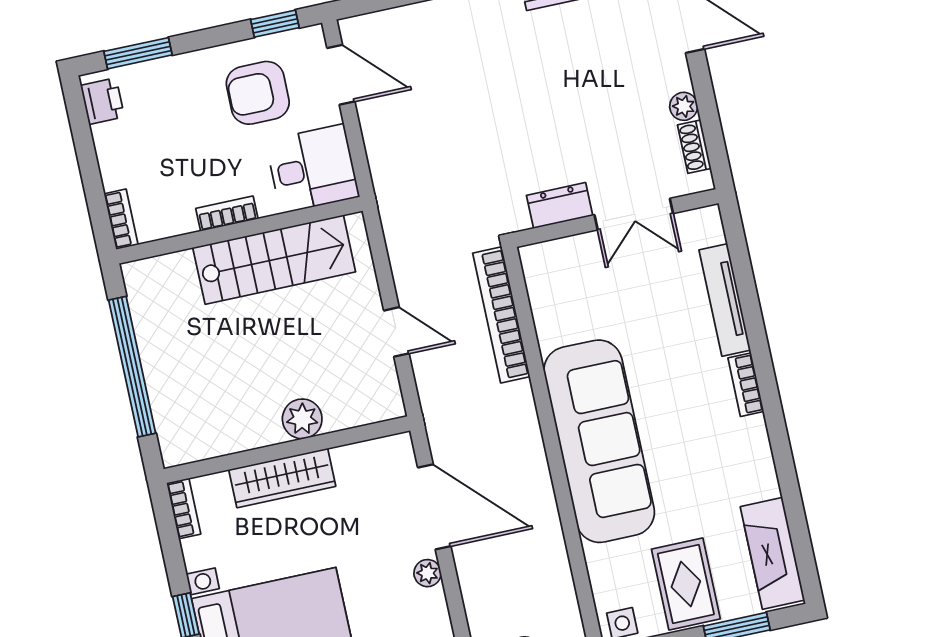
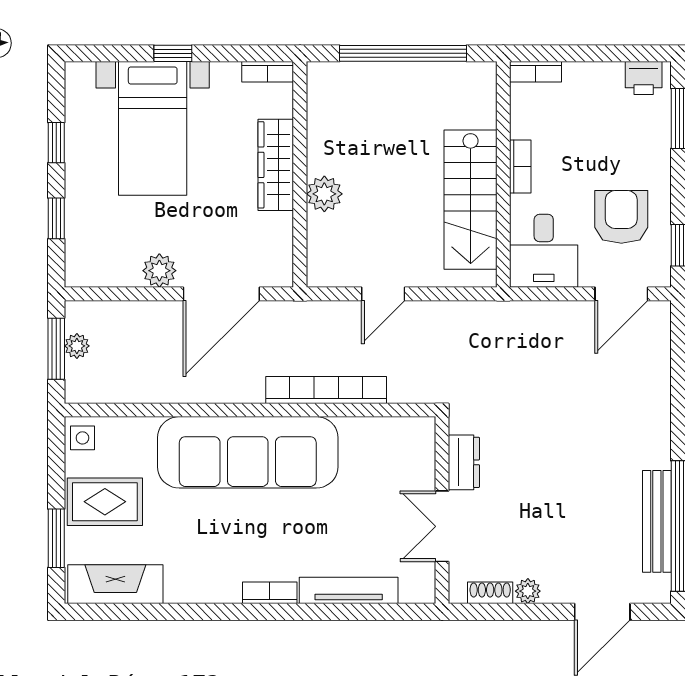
bookcase: (501, 315) -> (326, 390), moved
plant: (427, 573) -> (159, 271), width x1.38, depth x1.38

